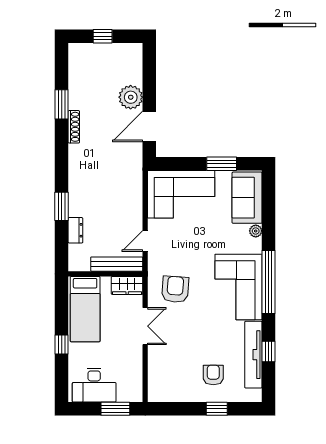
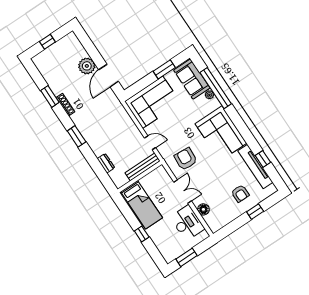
window: (62, 206) -> (77, 136), moved
door: (145, 241) -> (150, 143), swing flipped
window: (269, 282) -> (216, 88), moved
wardrobe: (127, 285) -> (157, 175), removed
floor lamp: (156, 365) -> (203, 209), added
armchair: (213, 375) -> (240, 194), turned 180
desk: (94, 385) -> (187, 223), moved, turned -90
window: (115, 409) -> (186, 257), moved

